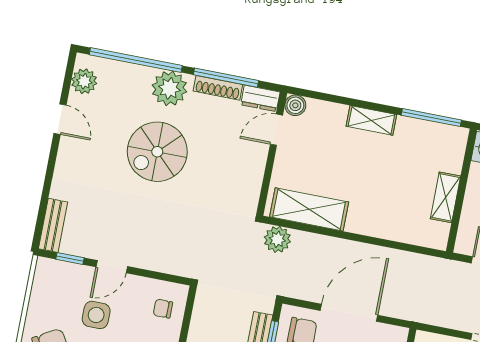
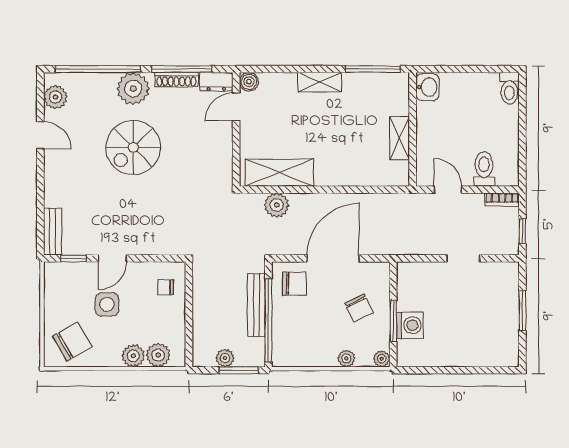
plant: (277, 239) -> (277, 205), moved

